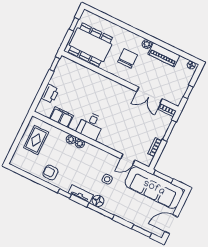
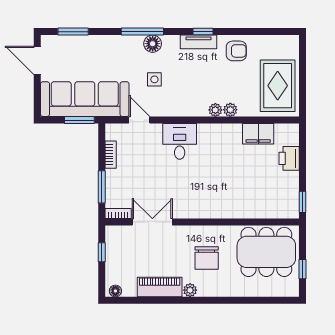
desk: (91, 126) -> (180, 141), moved
rug: (36, 140) -> (278, 86), width x1.36, depth x1.43
door: (128, 159) -> (139, 120), hinge flipped
tv unit: (81, 194) -> (198, 42), moved
door: (171, 224) -> (37, 60), swing flipped

